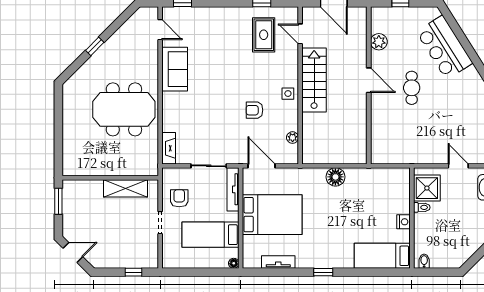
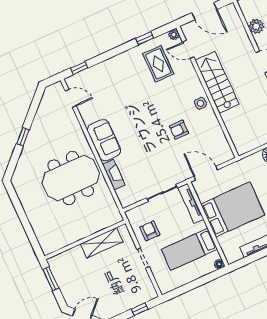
sofa: (175, 69) -> (104, 140), moved
plant: (293, 138) -> (174, 35), moved
fireplace: (169, 148) -> (114, 175), moved

